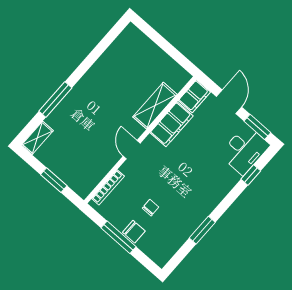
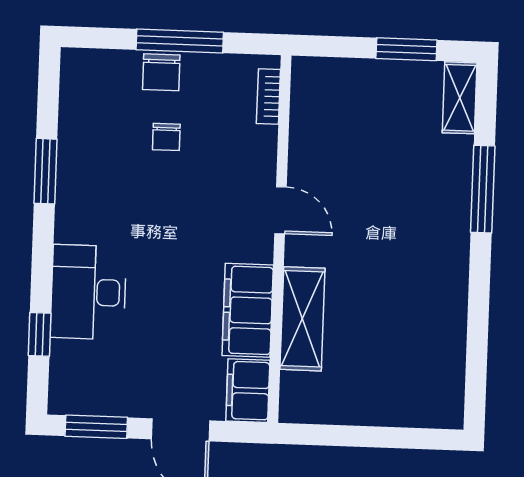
desk: (245, 150) -> (88, 292), moved
window: (54, 180) -> (406, 49), moved
bookcase: (108, 187) -> (268, 96), width x0.64
chair: (134, 232) -> (161, 72), turned -90

